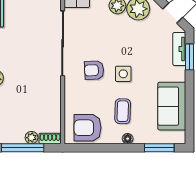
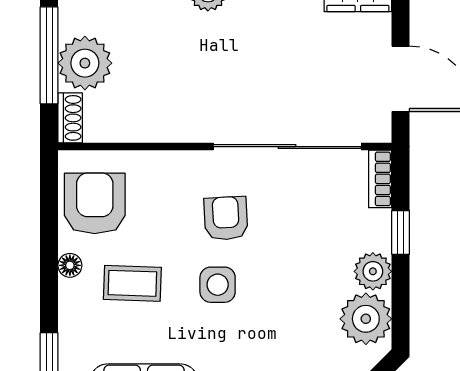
plant: (31, 138) -> (85, 63), width x1.88, depth x1.88
floor lamp: (128, 139) -> (70, 265), moved

